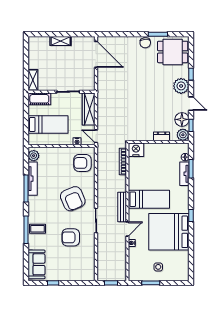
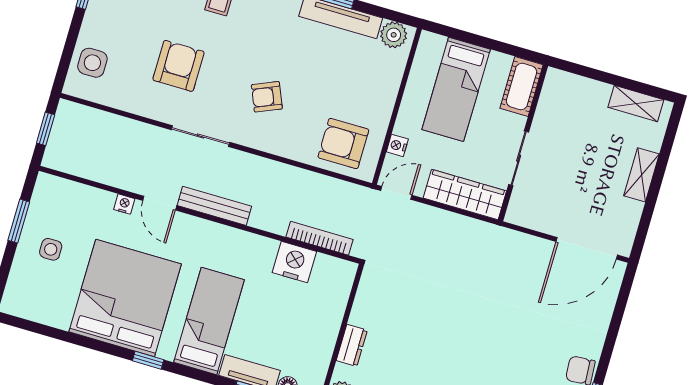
shelving: (33, 80) -> (636, 104), moved
nightstand: (136, 150) -> (294, 262), moved, turned -90
armchair: (82, 163) -> (343, 143), turned -90
armchair: (73, 199) -> (267, 97), width x0.53, depth x0.53
bed: (149, 199) -> (209, 321), moved, turned 180
side table: (79, 272) -> (92, 63), added

